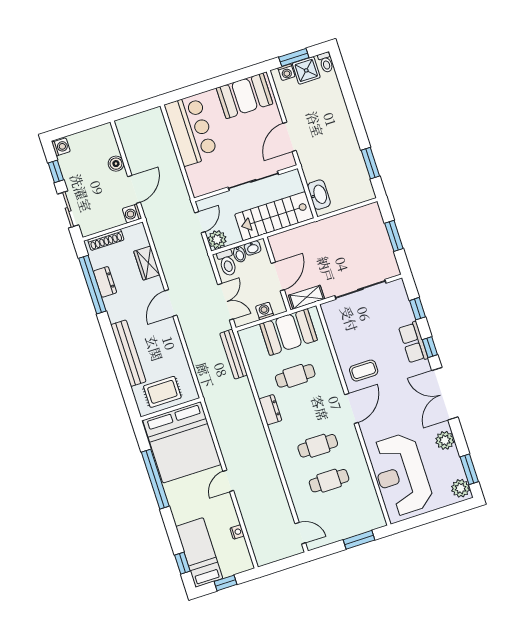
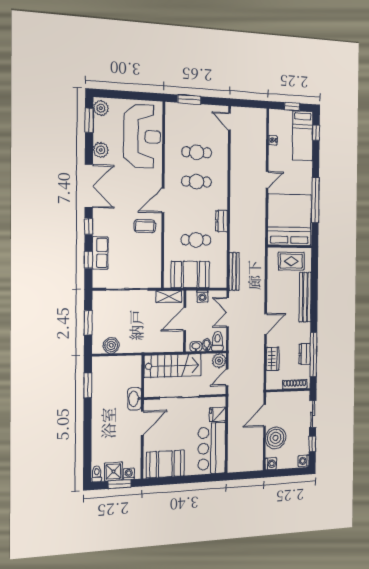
boiler: (116, 164) -> (276, 438), width x1.86, depth x1.86
fridge: (197, 174) -> (218, 414), added
washbasin: (319, 195) -> (134, 399), moved
washing machine: (132, 214) -> (271, 464), moved
boiler: (358, 218) -> (111, 345), added
row of seats: (413, 343) -> (100, 253), moved

